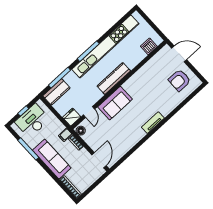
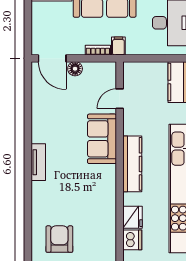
door: (89, 112) -> (120, 99), hinge flipped
fridge: (72, 117) -> (132, 217), moved
floor lamp: (81, 131) -> (75, 69), moved

